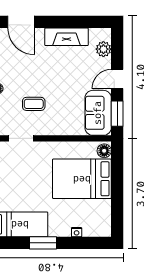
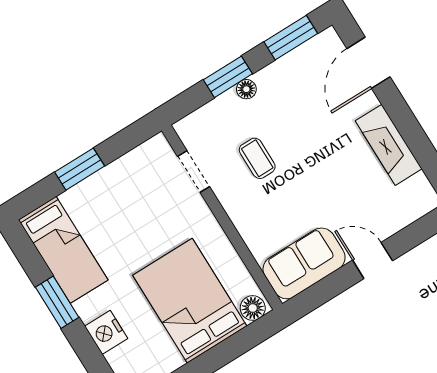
plant: (103, 49) -> (405, 212), removed
window: (117, 114) -> (321, 293), removed
nightstand: (77, 232) -> (106, 332), width x1.89, depth x1.79

